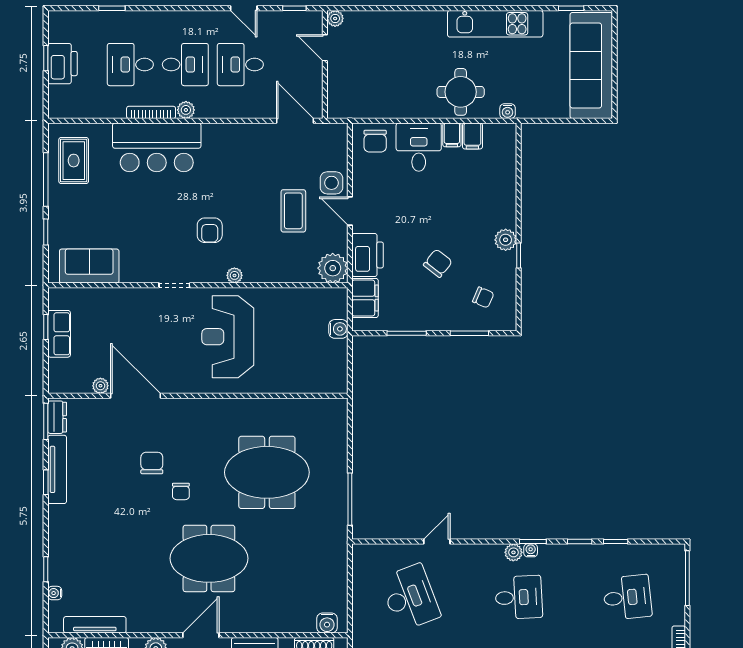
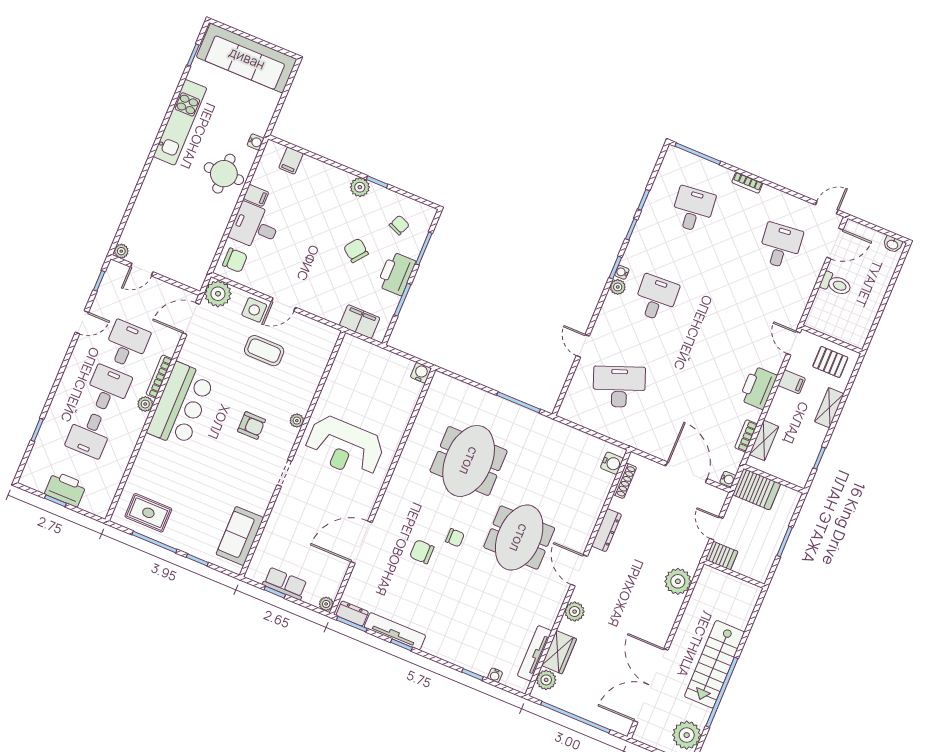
desk: (240, 65) -> (127, 344), turned 180
bookcase: (151, 112) -> (159, 376), moved
filing cabinet: (472, 136) -> (291, 161), moved, turned 90
bar counter: (157, 147) -> (181, 405), moved
printer: (368, 255) -> (396, 274), moved, turned -90
plant: (333, 268) -> (218, 294), moved
water cooler: (338, 329) -> (421, 373), moved
plant: (100, 386) -> (326, 604), moved

